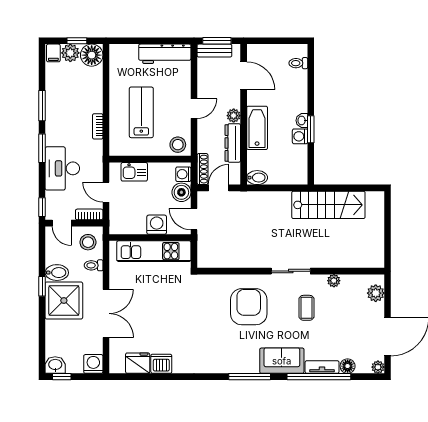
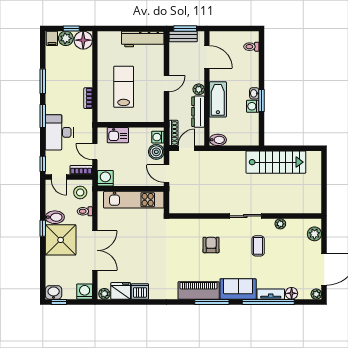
stool: (178, 145) -> (153, 113), removed
washing machine: (157, 225) -> (105, 178), moved
armchair: (249, 307) -> (211, 245), width x0.53, depth x0.53
piano: (233, 363) -> (199, 290), added
plant: (118, 367) -> (104, 294), added

